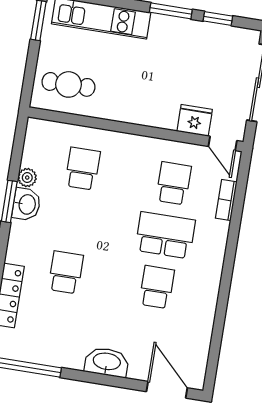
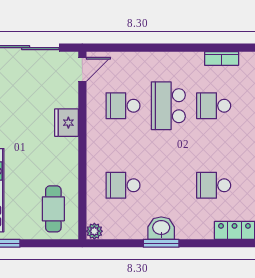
fridge: (195, 120) -> (67, 123), moved
plant: (27, 178) -> (94, 231), moved
bookcase: (226, 200) -> (222, 59), moved

